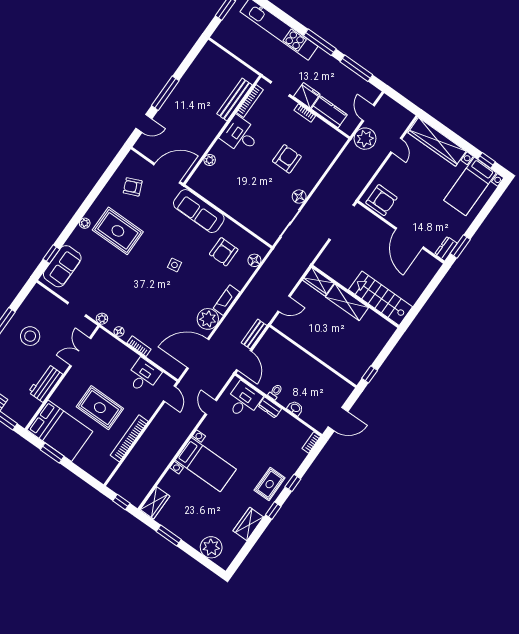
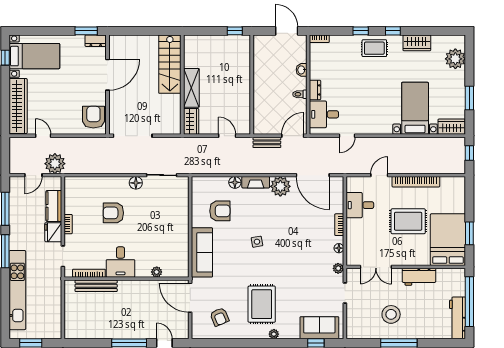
door: (396, 145) -> (43, 136), hinge flipped
floor lamp: (254, 260) -> (235, 182), moved
door: (169, 394) -> (379, 175), moved
rug: (100, 408) -> (408, 221), turned 90
bed with nightstands: (206, 465) -> (415, 108), moved

